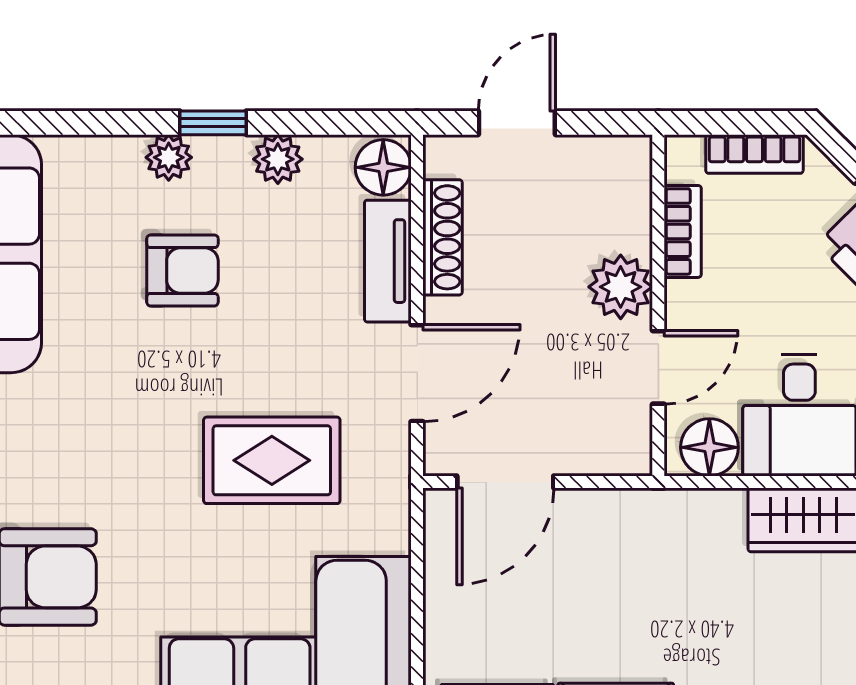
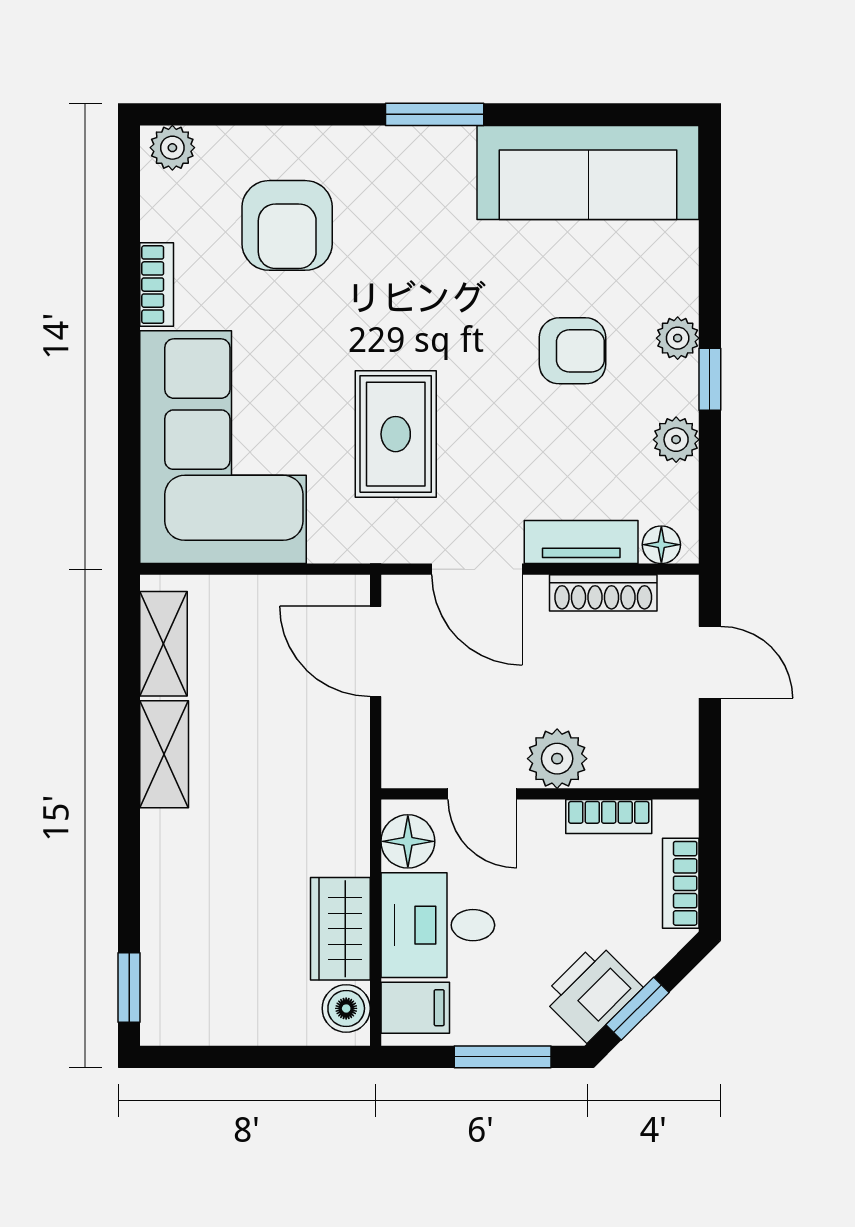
floor lamp: (383, 167) -> (661, 545), width x0.73, depth x0.73
armchair: (182, 270) -> (572, 351), turned -90

